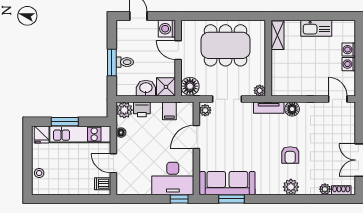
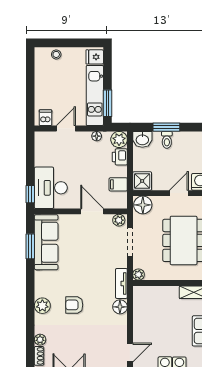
washbasin: (146, 88) -> (142, 139), moved, turned 90
window: (65, 122) -> (108, 103), moved

